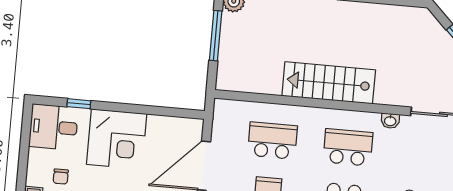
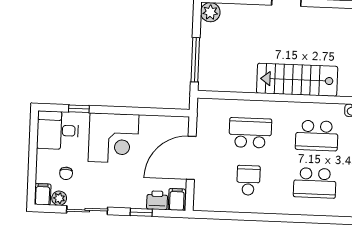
window: (216, 36) -> (195, 60), moved
school desk: (348, 147) -> (317, 135), turned 180

